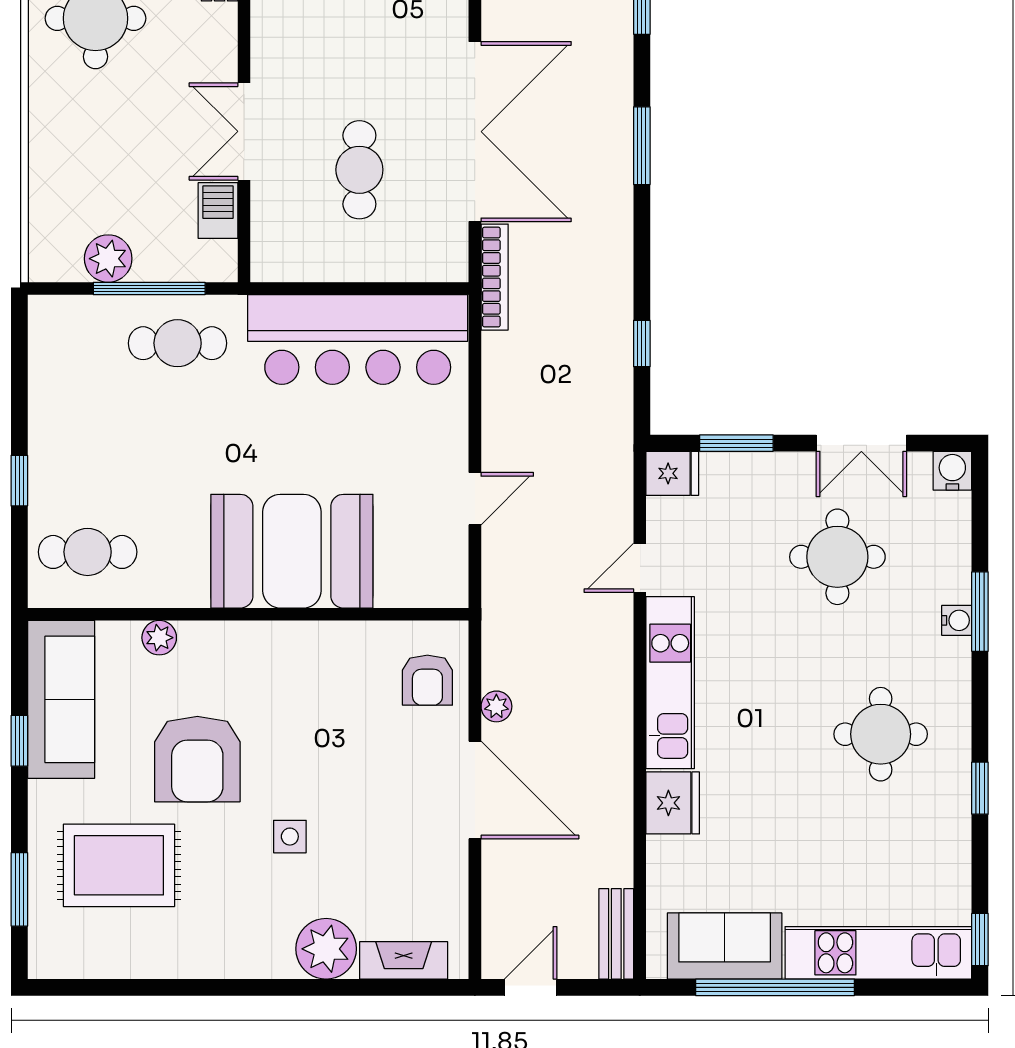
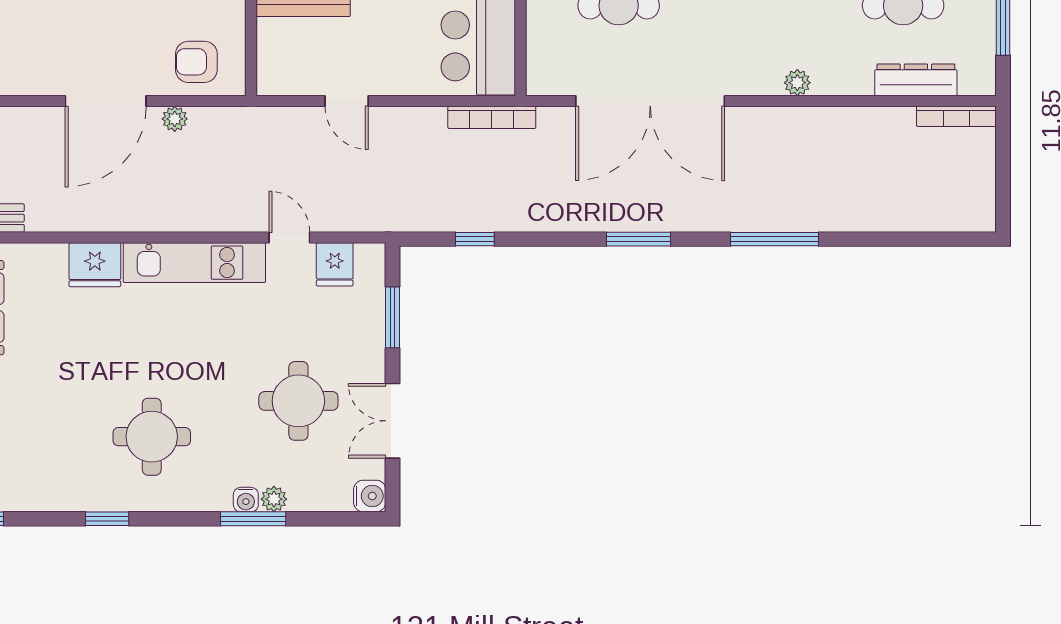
bookcase: (495, 277) -> (492, 117), moved
fridge: (672, 473) -> (335, 264), moved
plant: (956, 586) -> (274, 499), added

